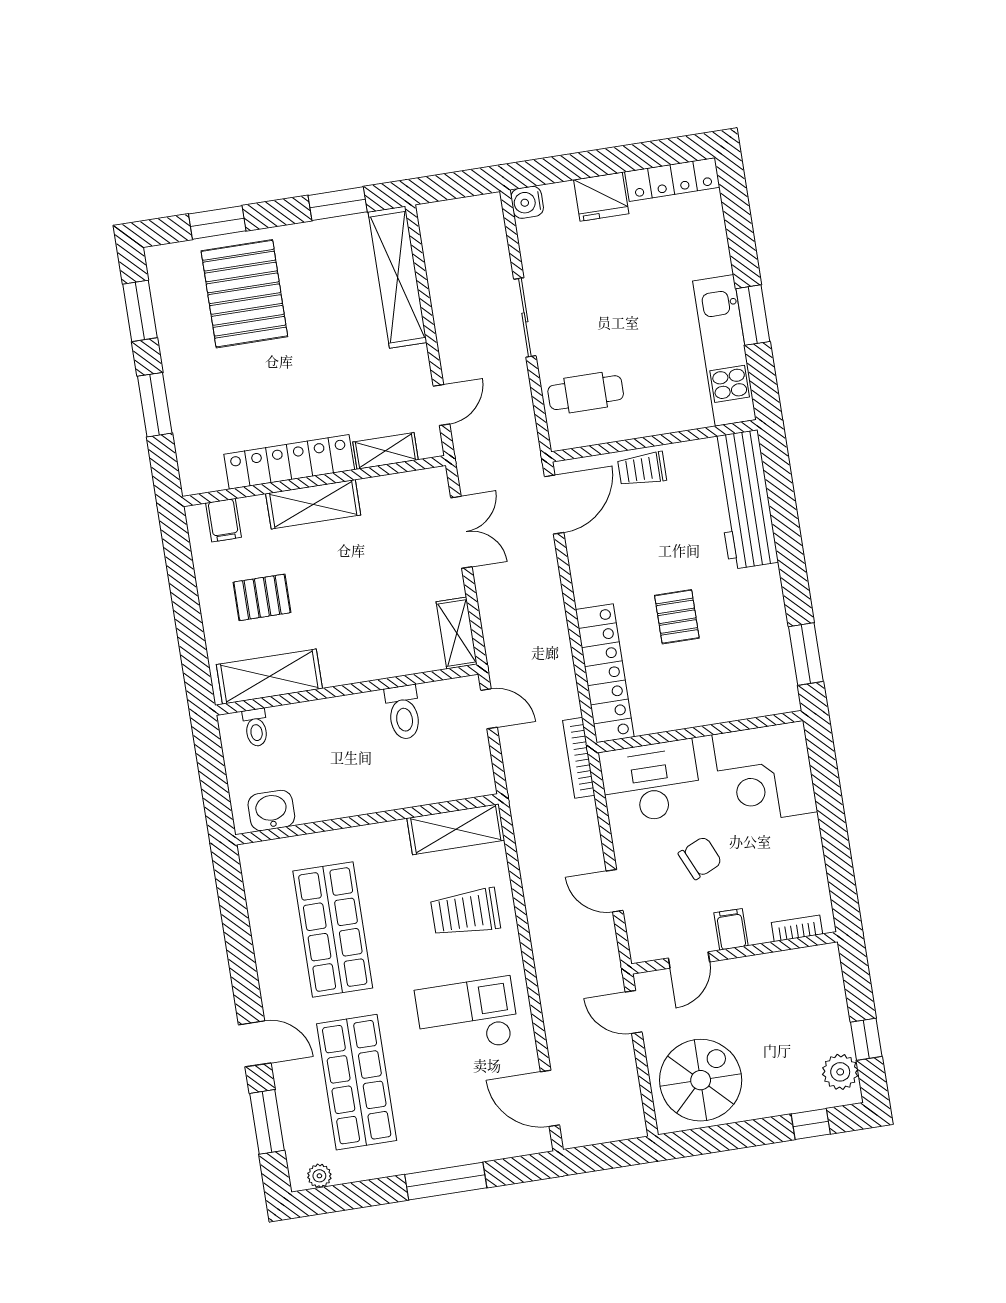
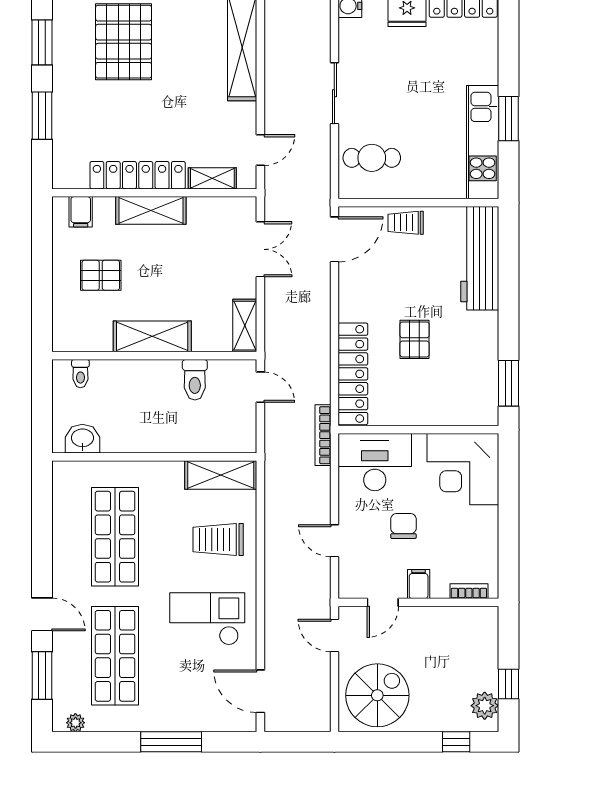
shelving: (269, 677) -> (152, 336), moved
chair: (700, 858) -> (403, 526), turned -66

